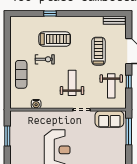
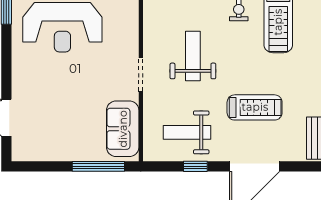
weight bench: (72, 83) -> (193, 56), turned -90

